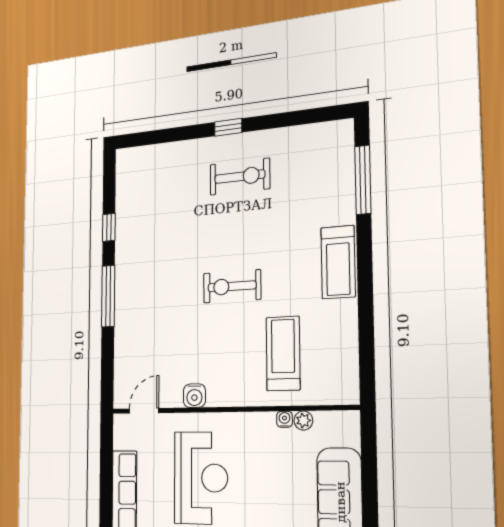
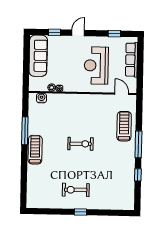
window: (363, 180) -> (25, 131), moved
treadmill: (283, 353) -> (124, 126), moved, turned 180
water cooler: (194, 396) -> (41, 98), moved
door: (144, 411) -> (122, 94), swing flipped

